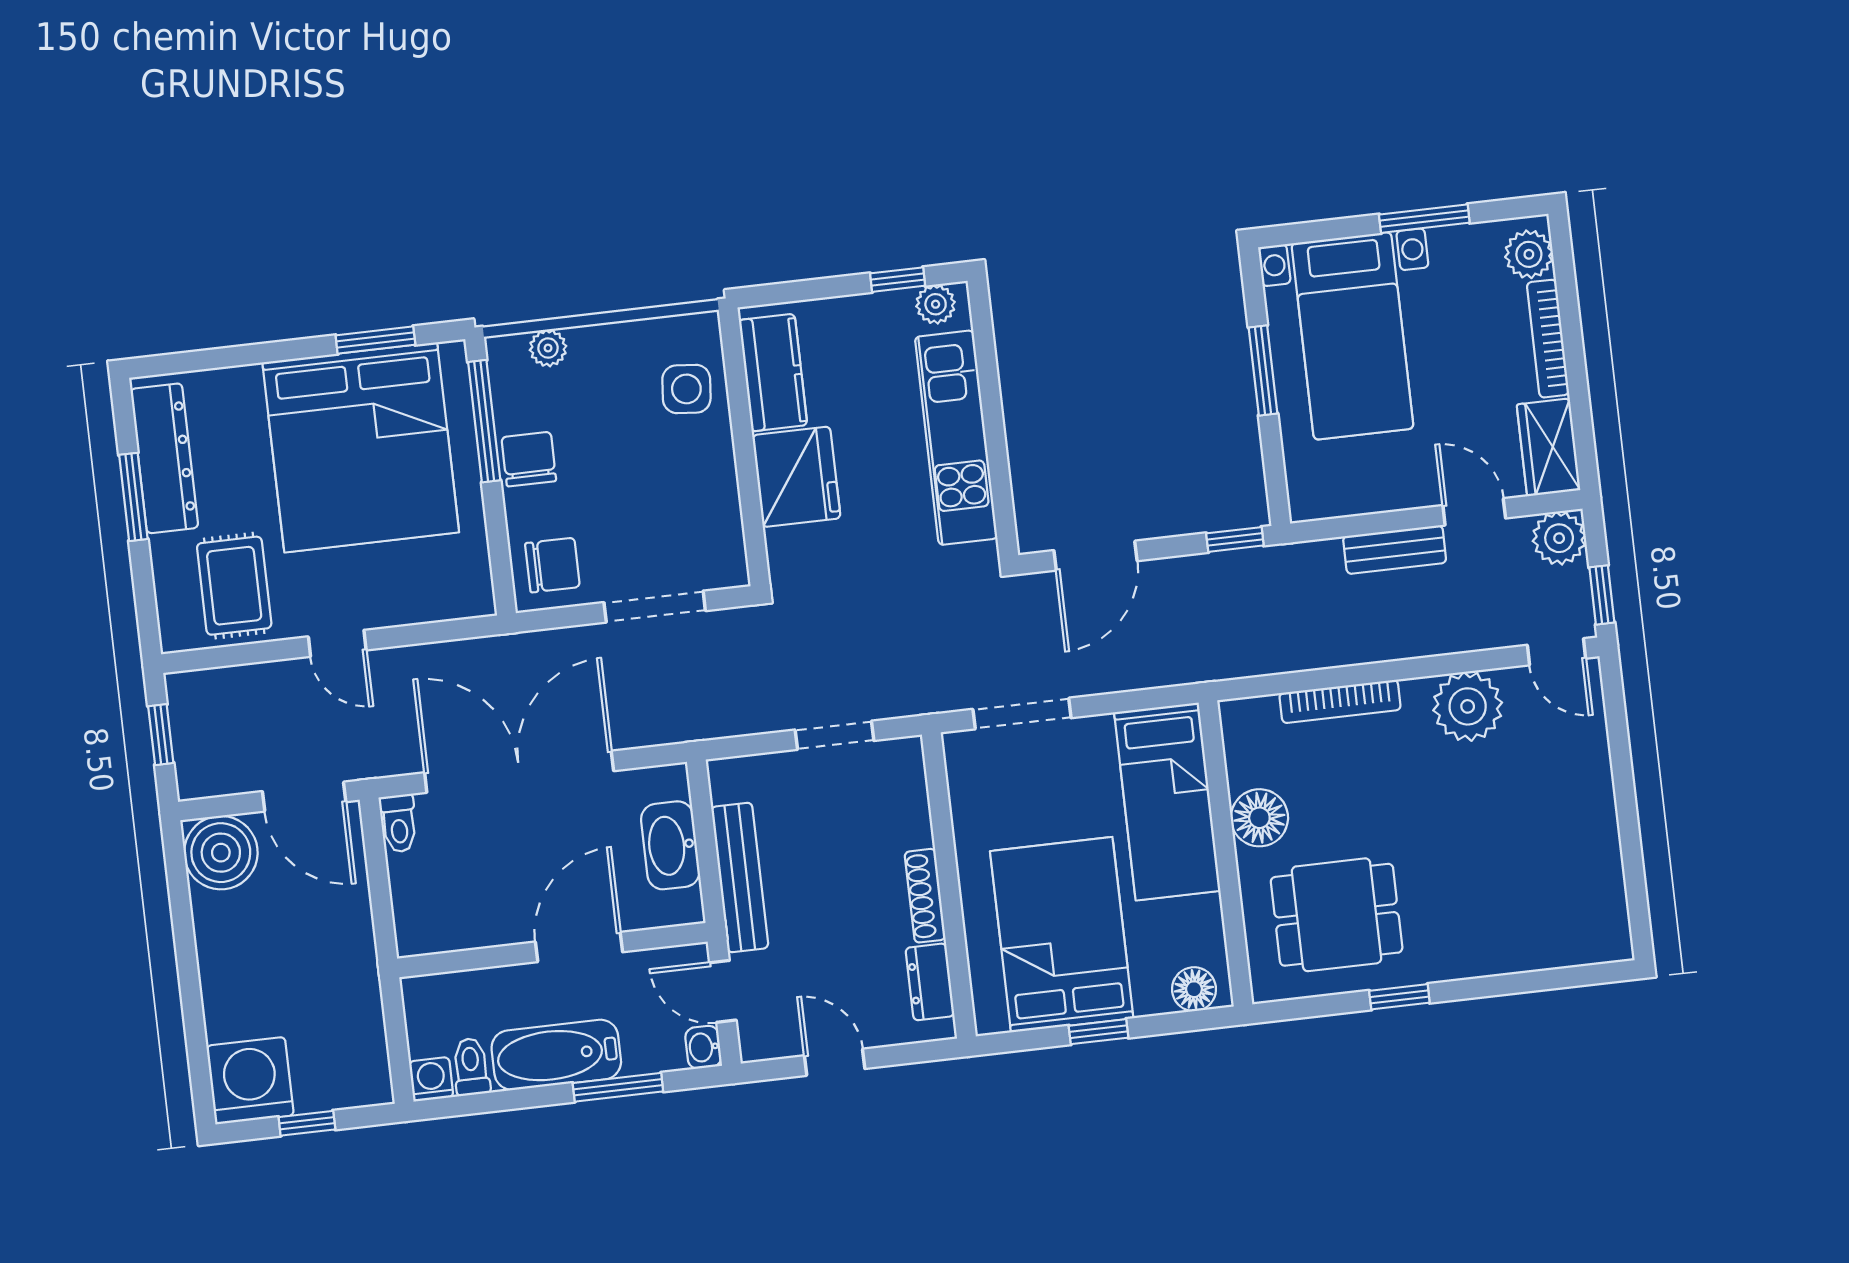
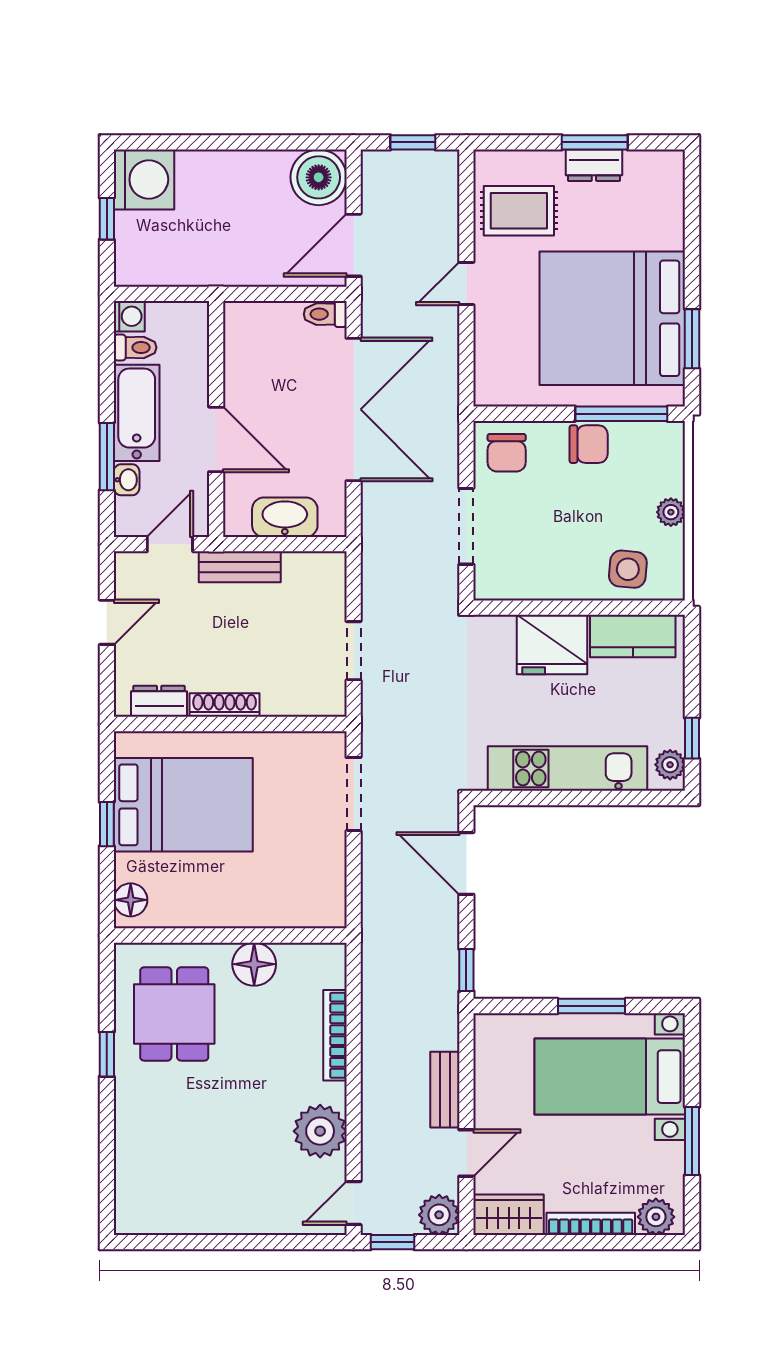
plant: (548, 348) -> (671, 512), moved
dresser: (164, 458) -> (594, 165), width x0.51, depth x0.80
bed: (1167, 802) -> (275, 896), removed
bench: (740, 877) -> (240, 567), width x0.73
washbasin: (703, 1047) -> (127, 480), moved, turned 90

